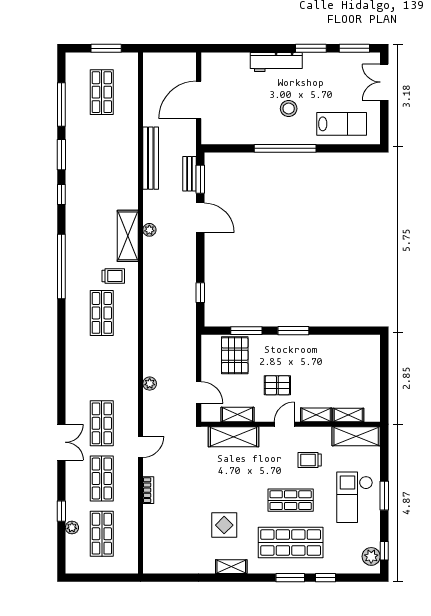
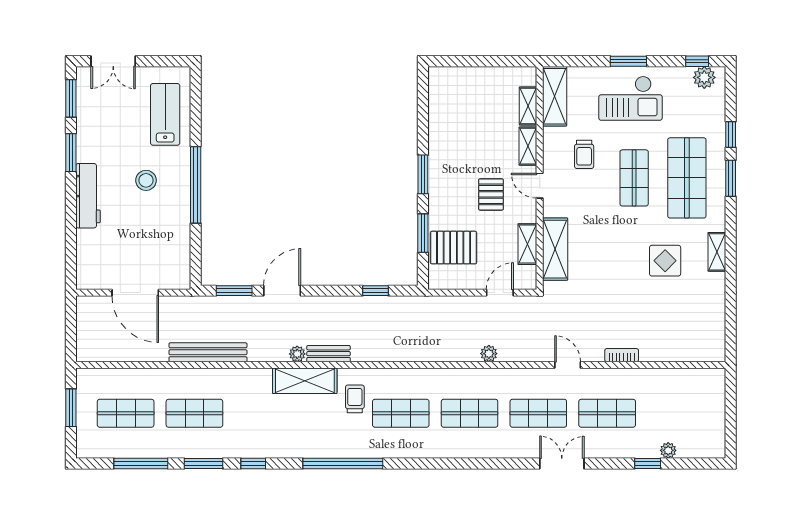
shop shelf: (102, 147) -> (194, 413), added
bench: (190, 174) -> (329, 354), moved
shop shelf: (102, 534) -> (470, 413), moved

